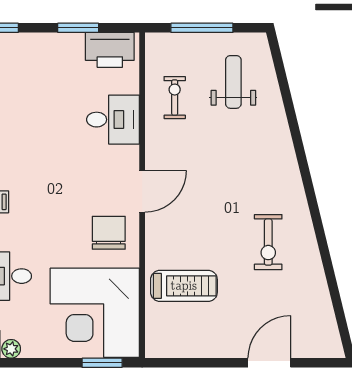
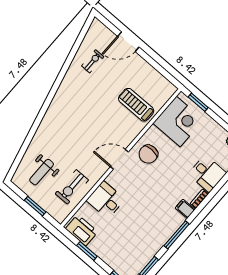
window: (202, 28) -> (35, 206), width x0.69
exercise bike: (175, 98) -> (72, 187), width x1.38, depth x1.39
exercise bike: (268, 242) -> (93, 61), moved, width x0.73, depth x0.72
corner desk: (95, 313) -> (178, 121), width x0.74, depth x0.74

